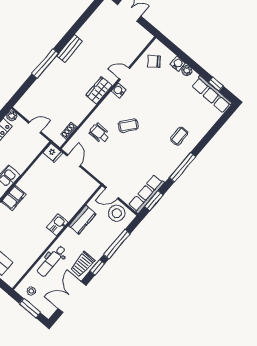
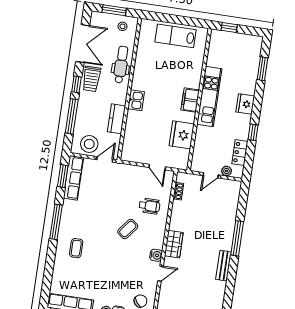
plant: (12, 116) -> (227, 171), moved
fridge: (53, 153) -> (182, 135), moved, width x1.88, depth x1.34
trolley: (82, 264) -> (91, 79), turned 180

